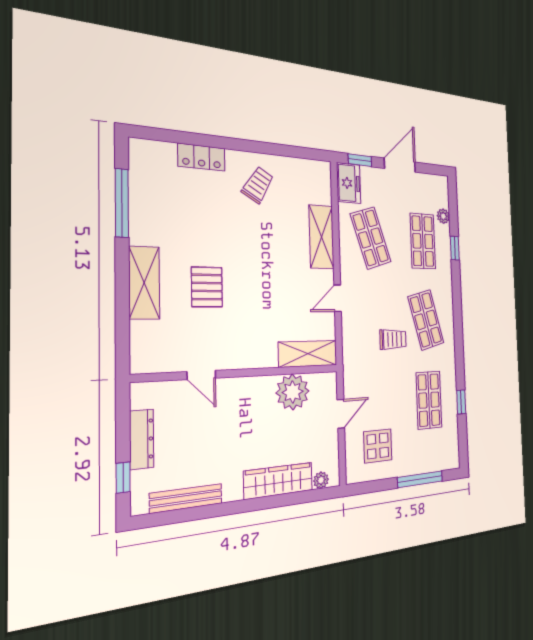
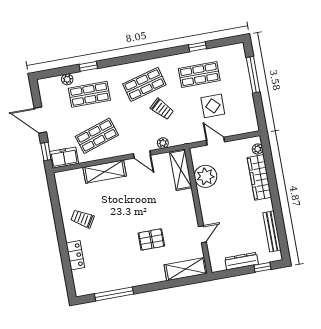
shelving: (144, 283) -> (186, 269), moved
plant: (349, 333) -> (163, 143), added
trolley: (393, 339) -> (162, 109), turned 137
display table: (378, 446) -> (213, 106), moved

